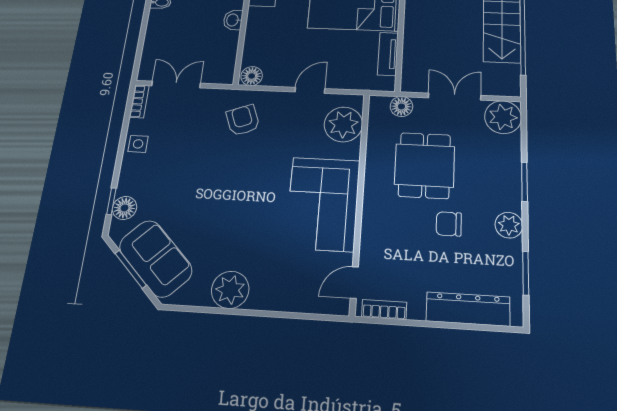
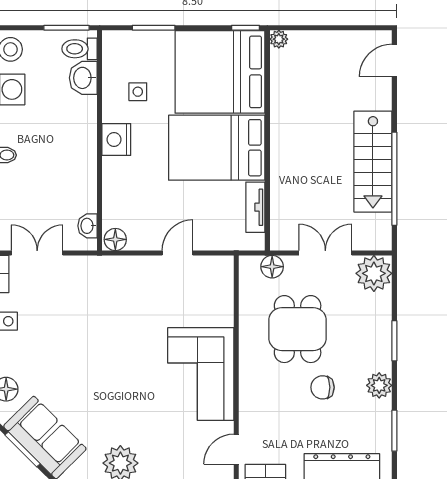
washbasin: (233, 20) -> (88, 226), moved
armchair: (243, 120) -> (112, 290), removed
plant: (343, 124) -> (215, 289), removed

